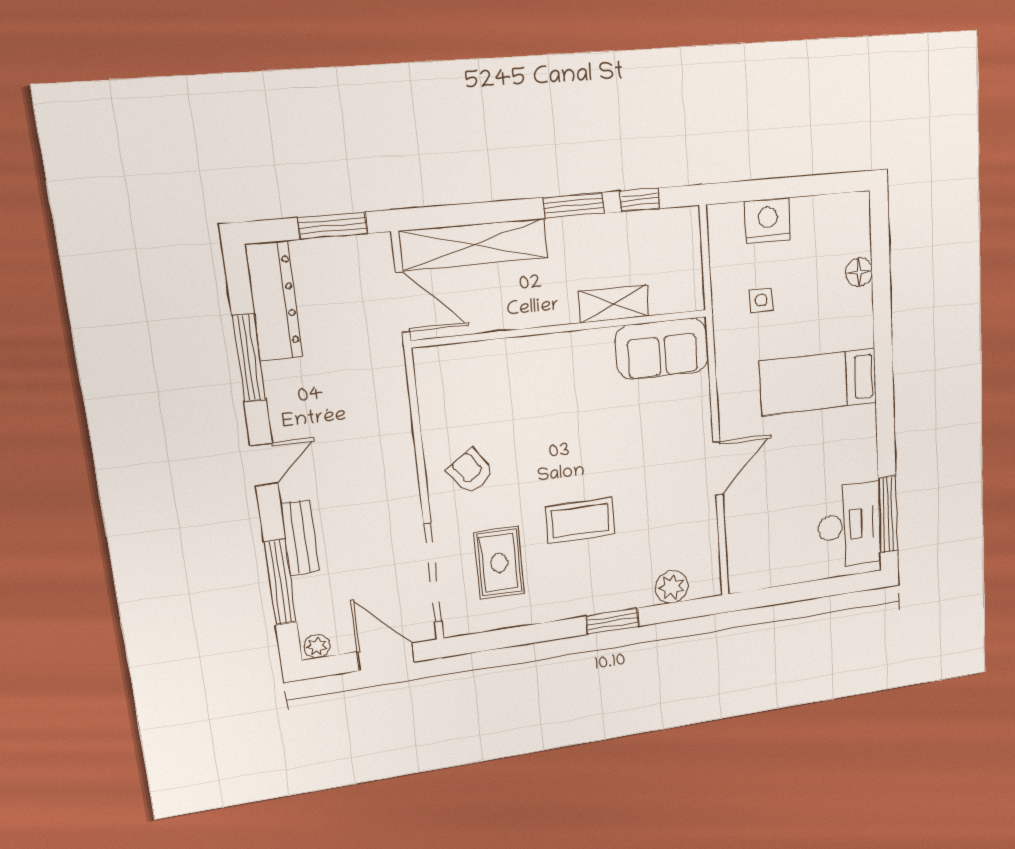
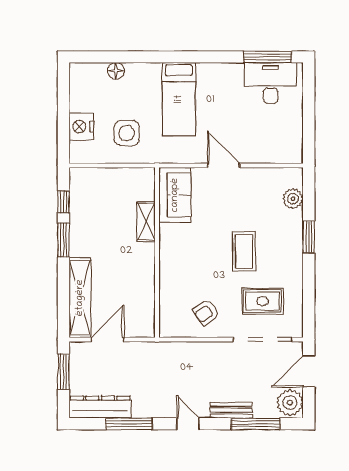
side table: (761, 300) -> (127, 133), width x1.87, depth x1.87
shelving: (614, 304) -> (146, 222), moved
wall: (562, 328) -> (157, 253), moved
sofa: (662, 349) -> (175, 195), moved
plant: (317, 646) -> (290, 403), width x1.87, depth x1.87

